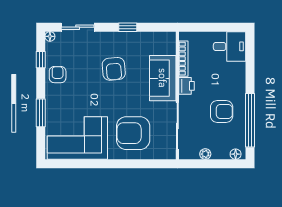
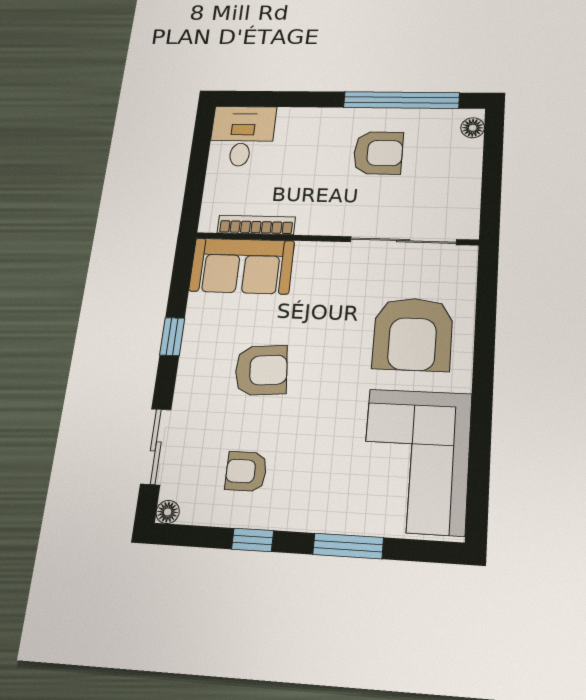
window: (41, 60) -> (253, 540), moved
armchair: (58, 75) -> (246, 471), moved
sofa: (163, 78) -> (242, 266), moved
printer: (186, 86) -> (316, 220), removed
armchair: (222, 111) -> (378, 153), turned 90
plant: (205, 154) -> (469, 186), removed

